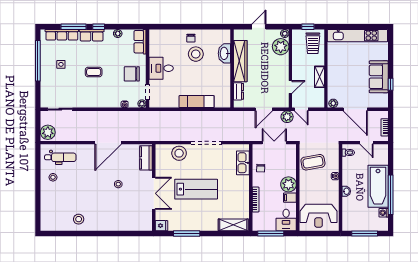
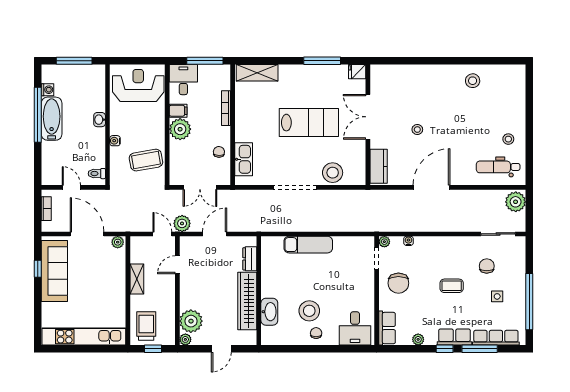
desk: (161, 68) -> (355, 328), moved, turned 90
chair: (132, 74) -> (398, 283), turned 90
sofa: (379, 77) -> (54, 271), width x1.36
chair: (68, 86) -> (487, 266), added
bathtub: (378, 186) -> (52, 119), width x0.73, depth x0.73
lab bench: (196, 189) -> (309, 123), turned 180

